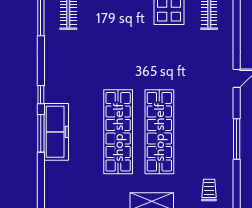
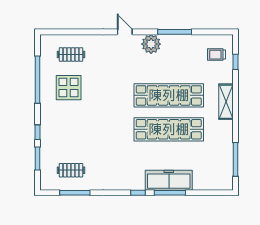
plant: (222, 110) -> (151, 44), added

